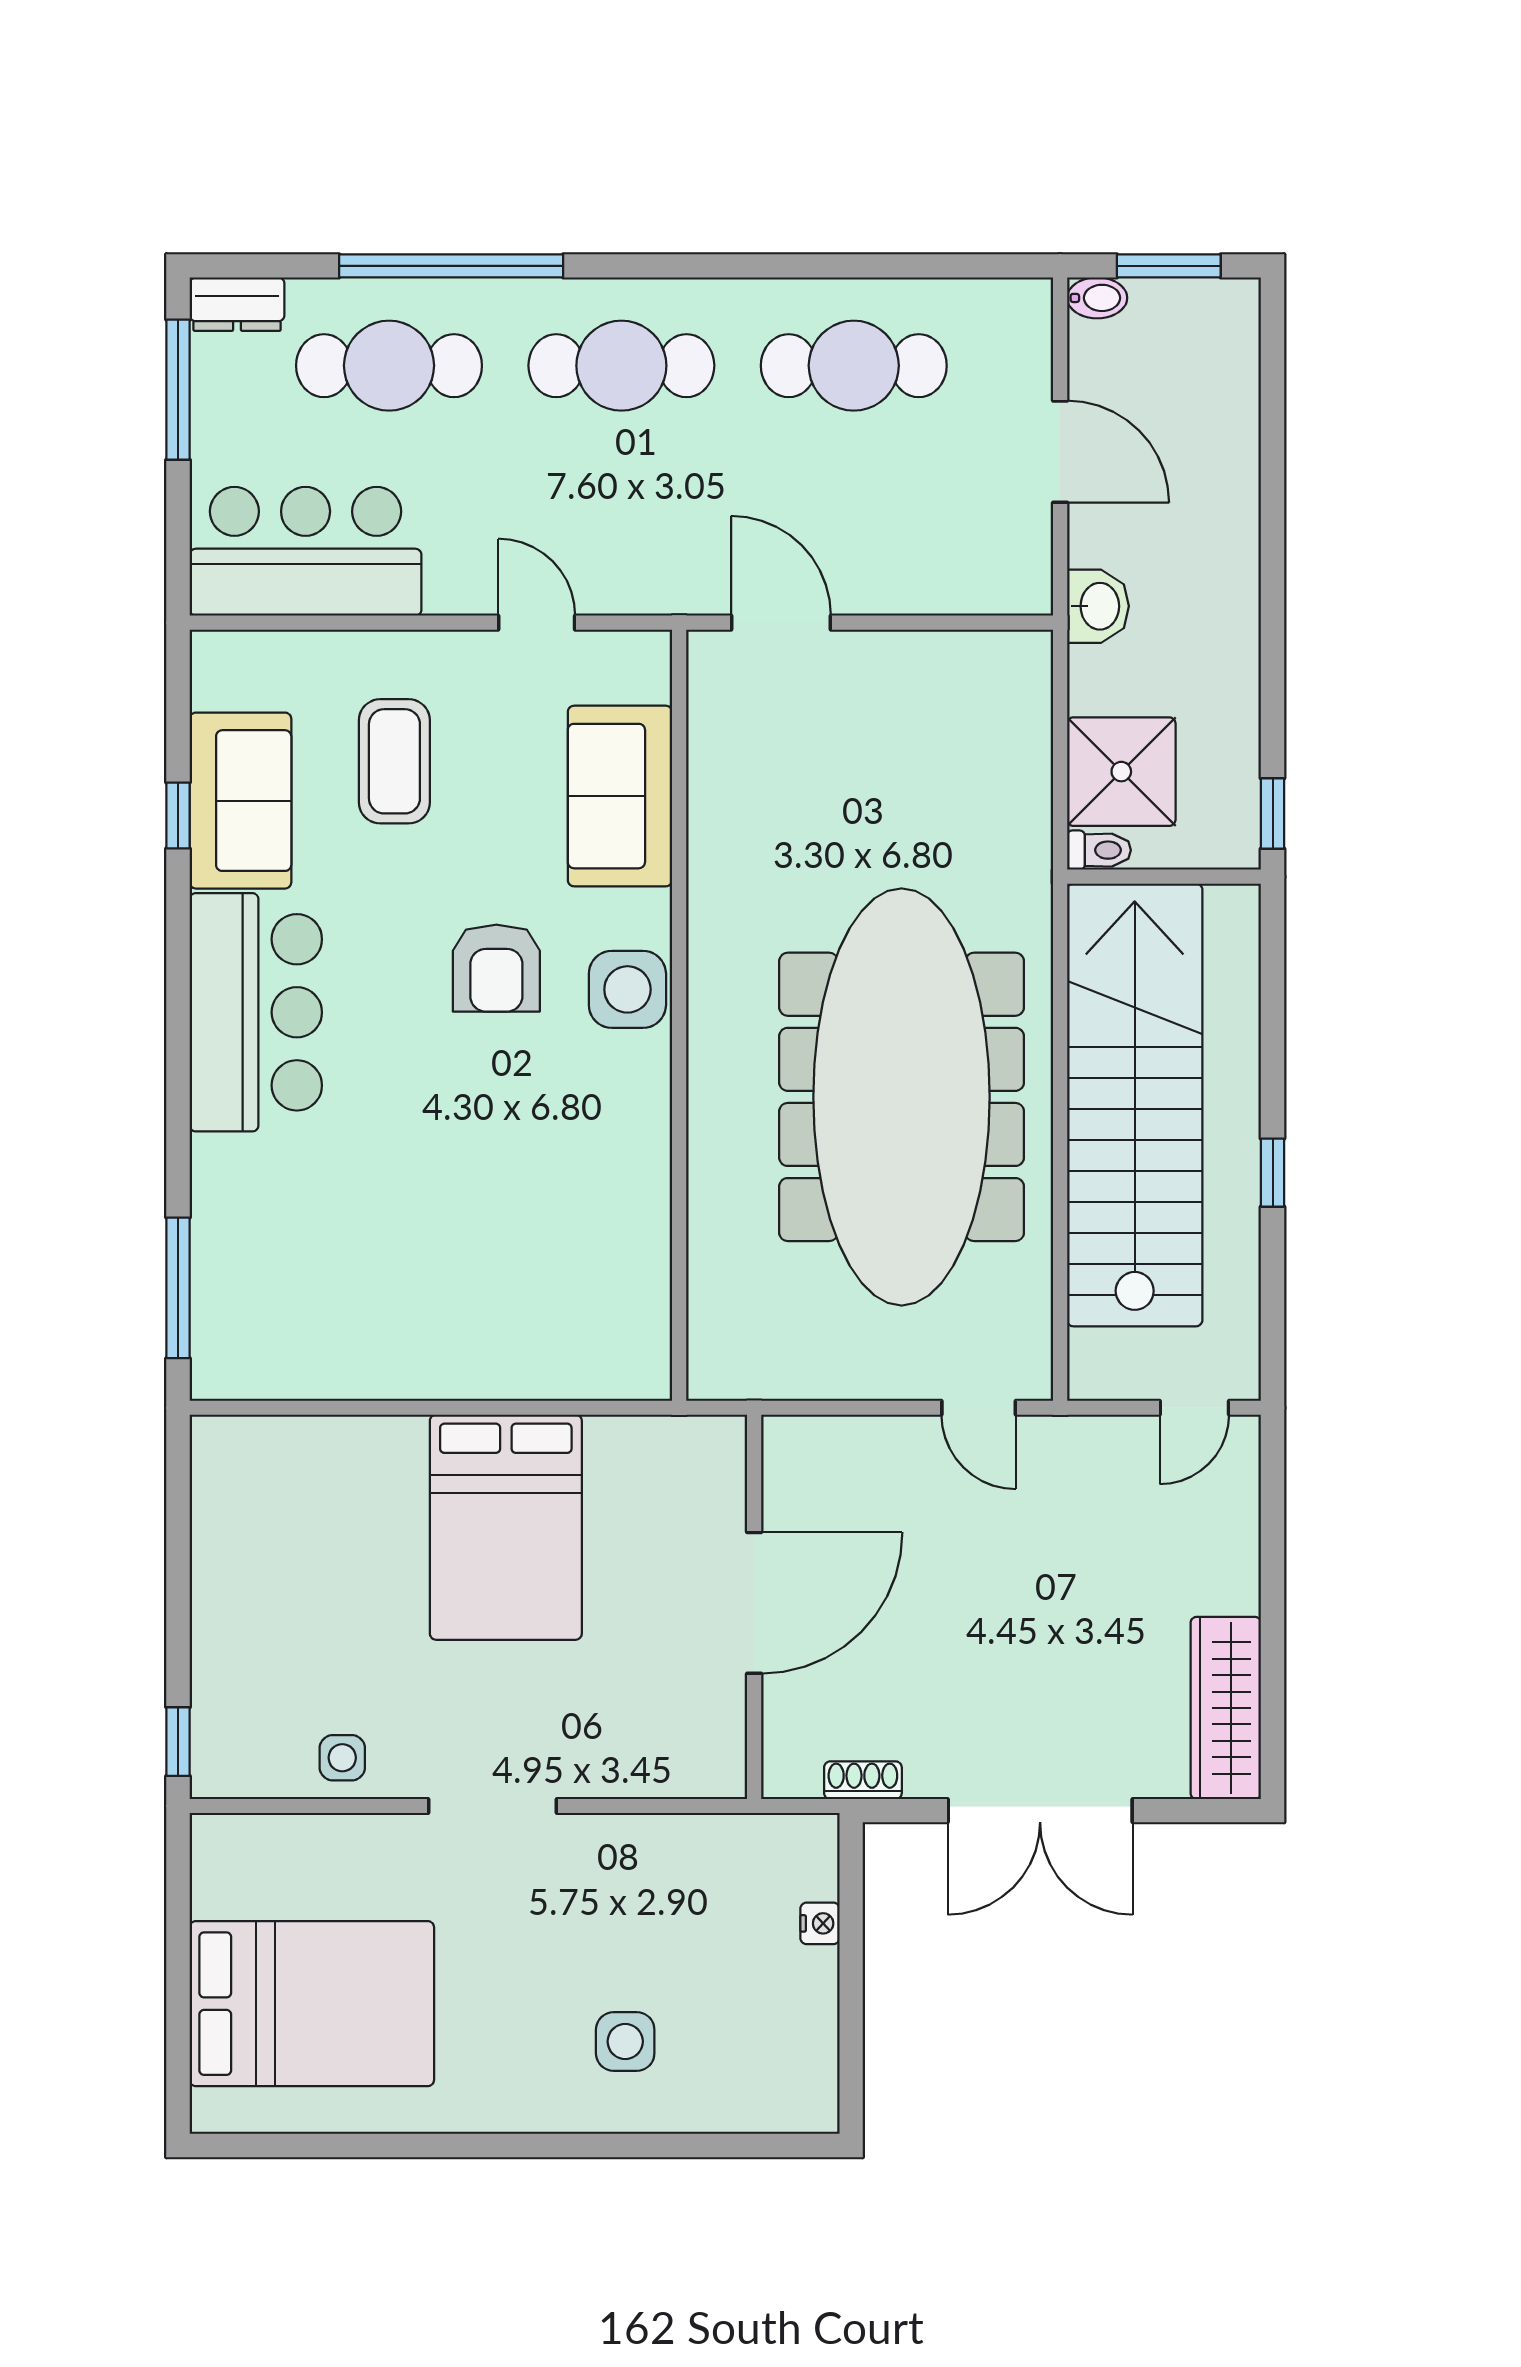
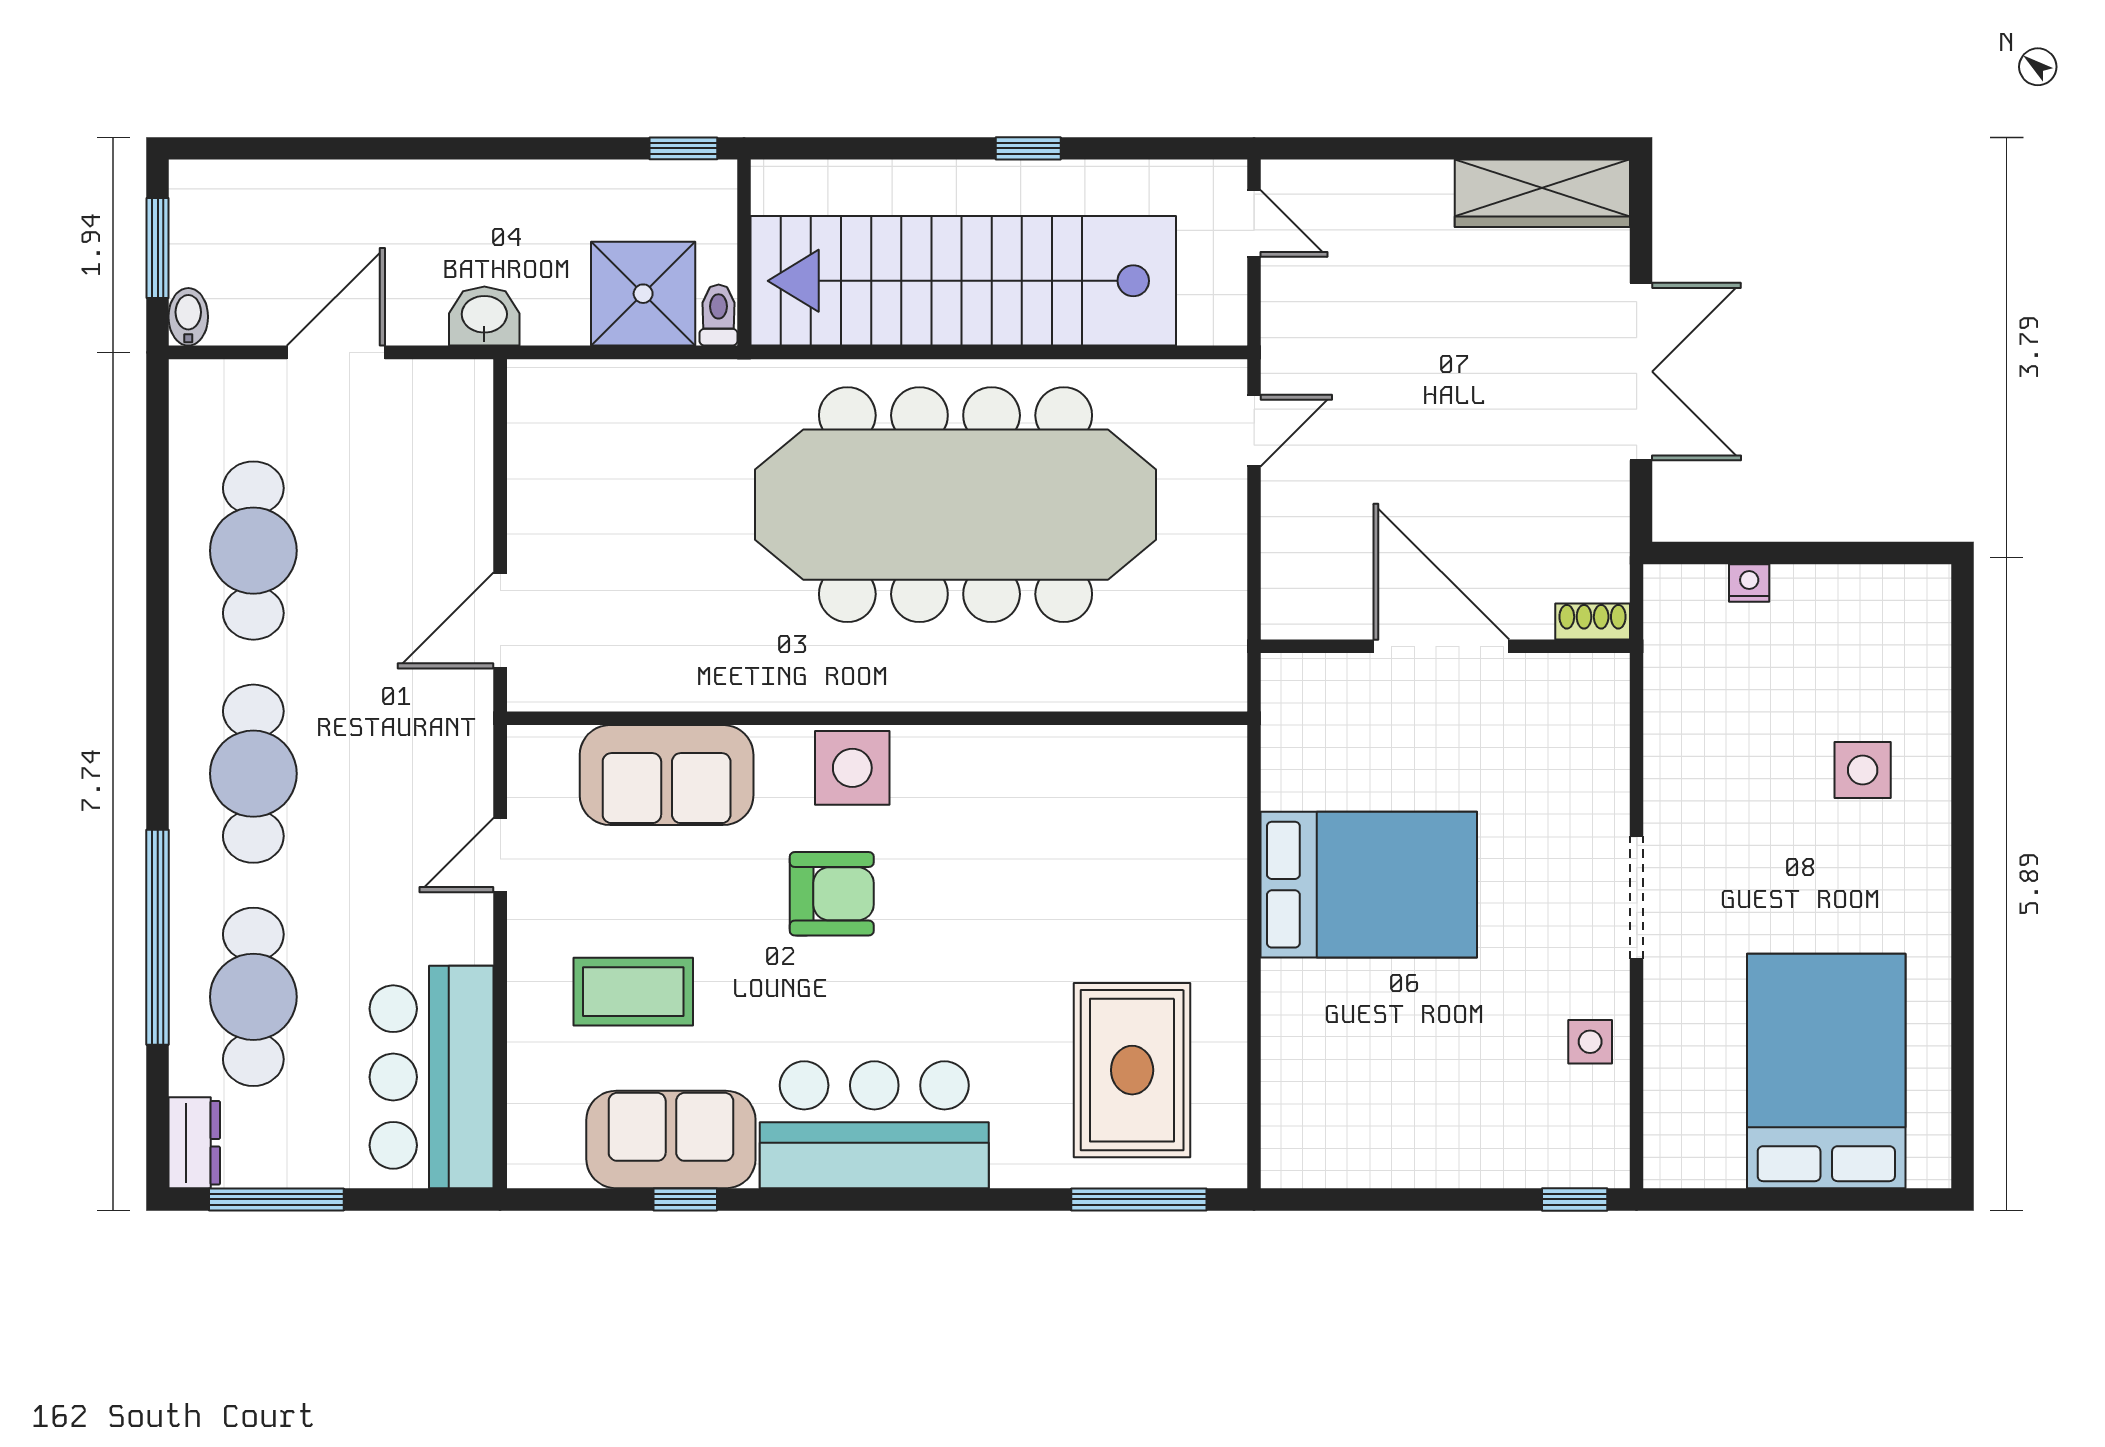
rug: (313, 1281) -> (1132, 1070), added
shoe rack: (863, 1780) -> (1593, 621), moved, turned 90

